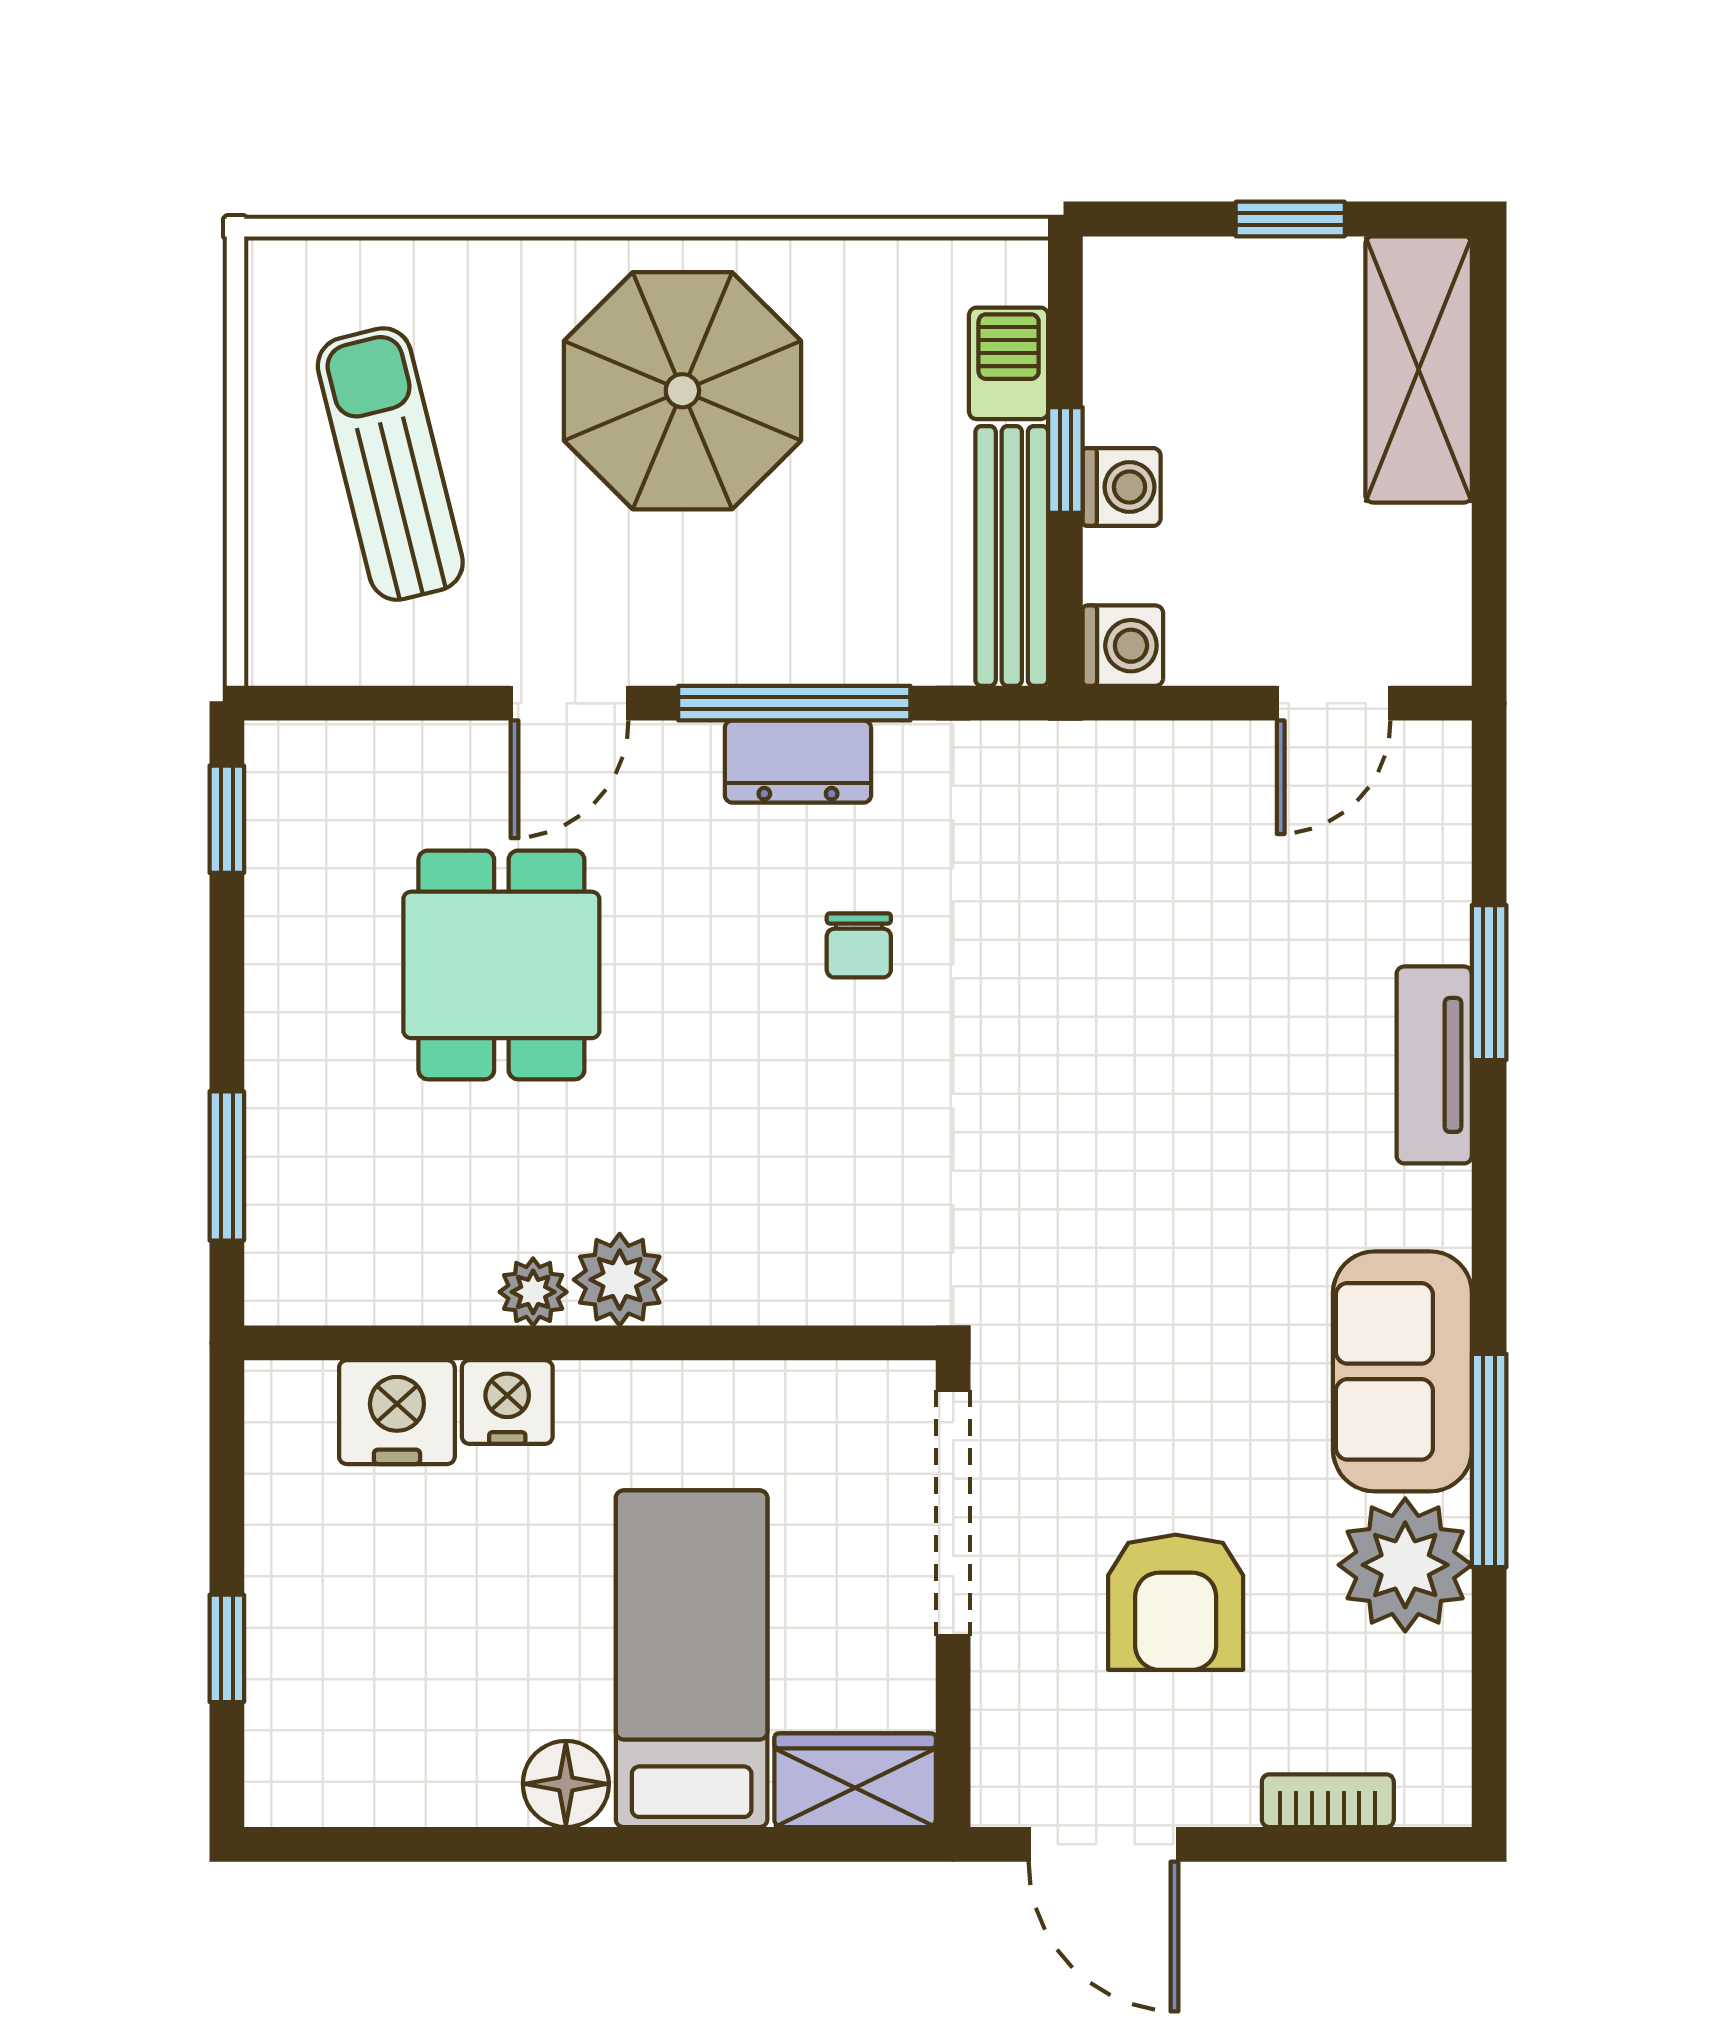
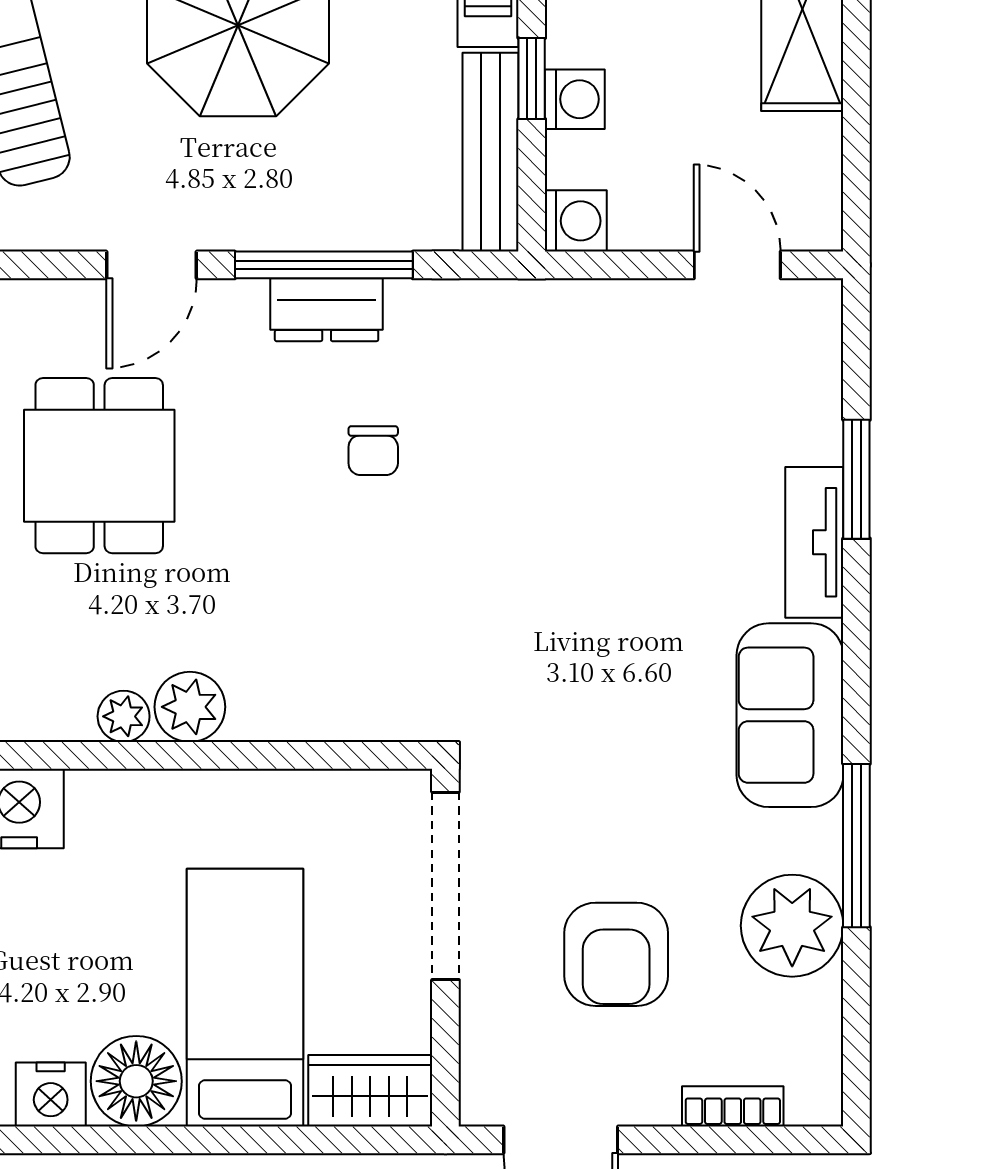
door: (1334, 703) -> (737, 265), swing flipped
sofa: (1402, 1371) -> (790, 715), moved
nightstand: (507, 1402) -> (51, 1095), moved, turned 180
floor lamp: (566, 1784) -> (136, 1081), width x1.38, depth x1.38

